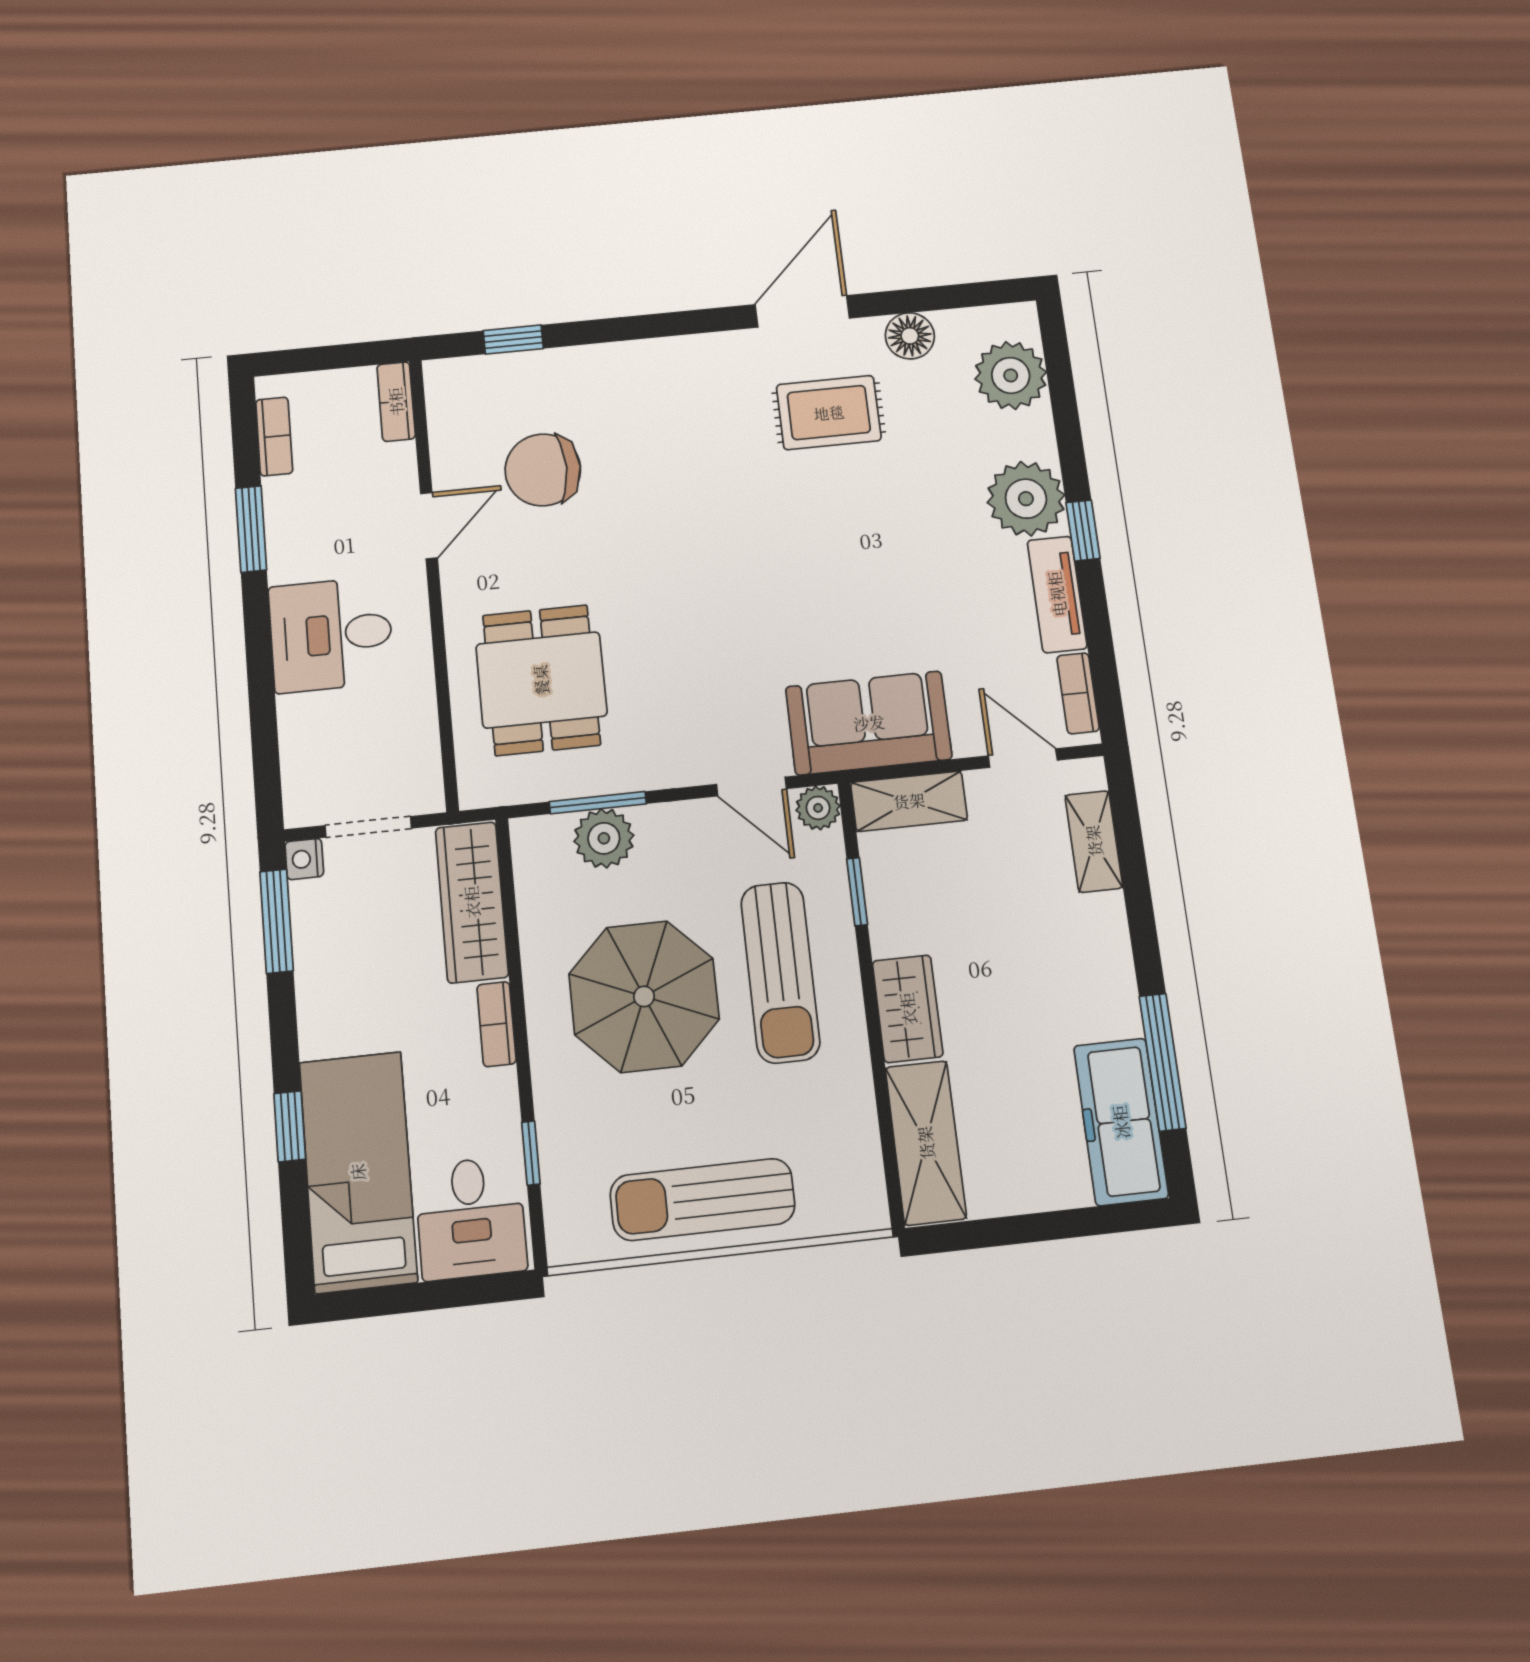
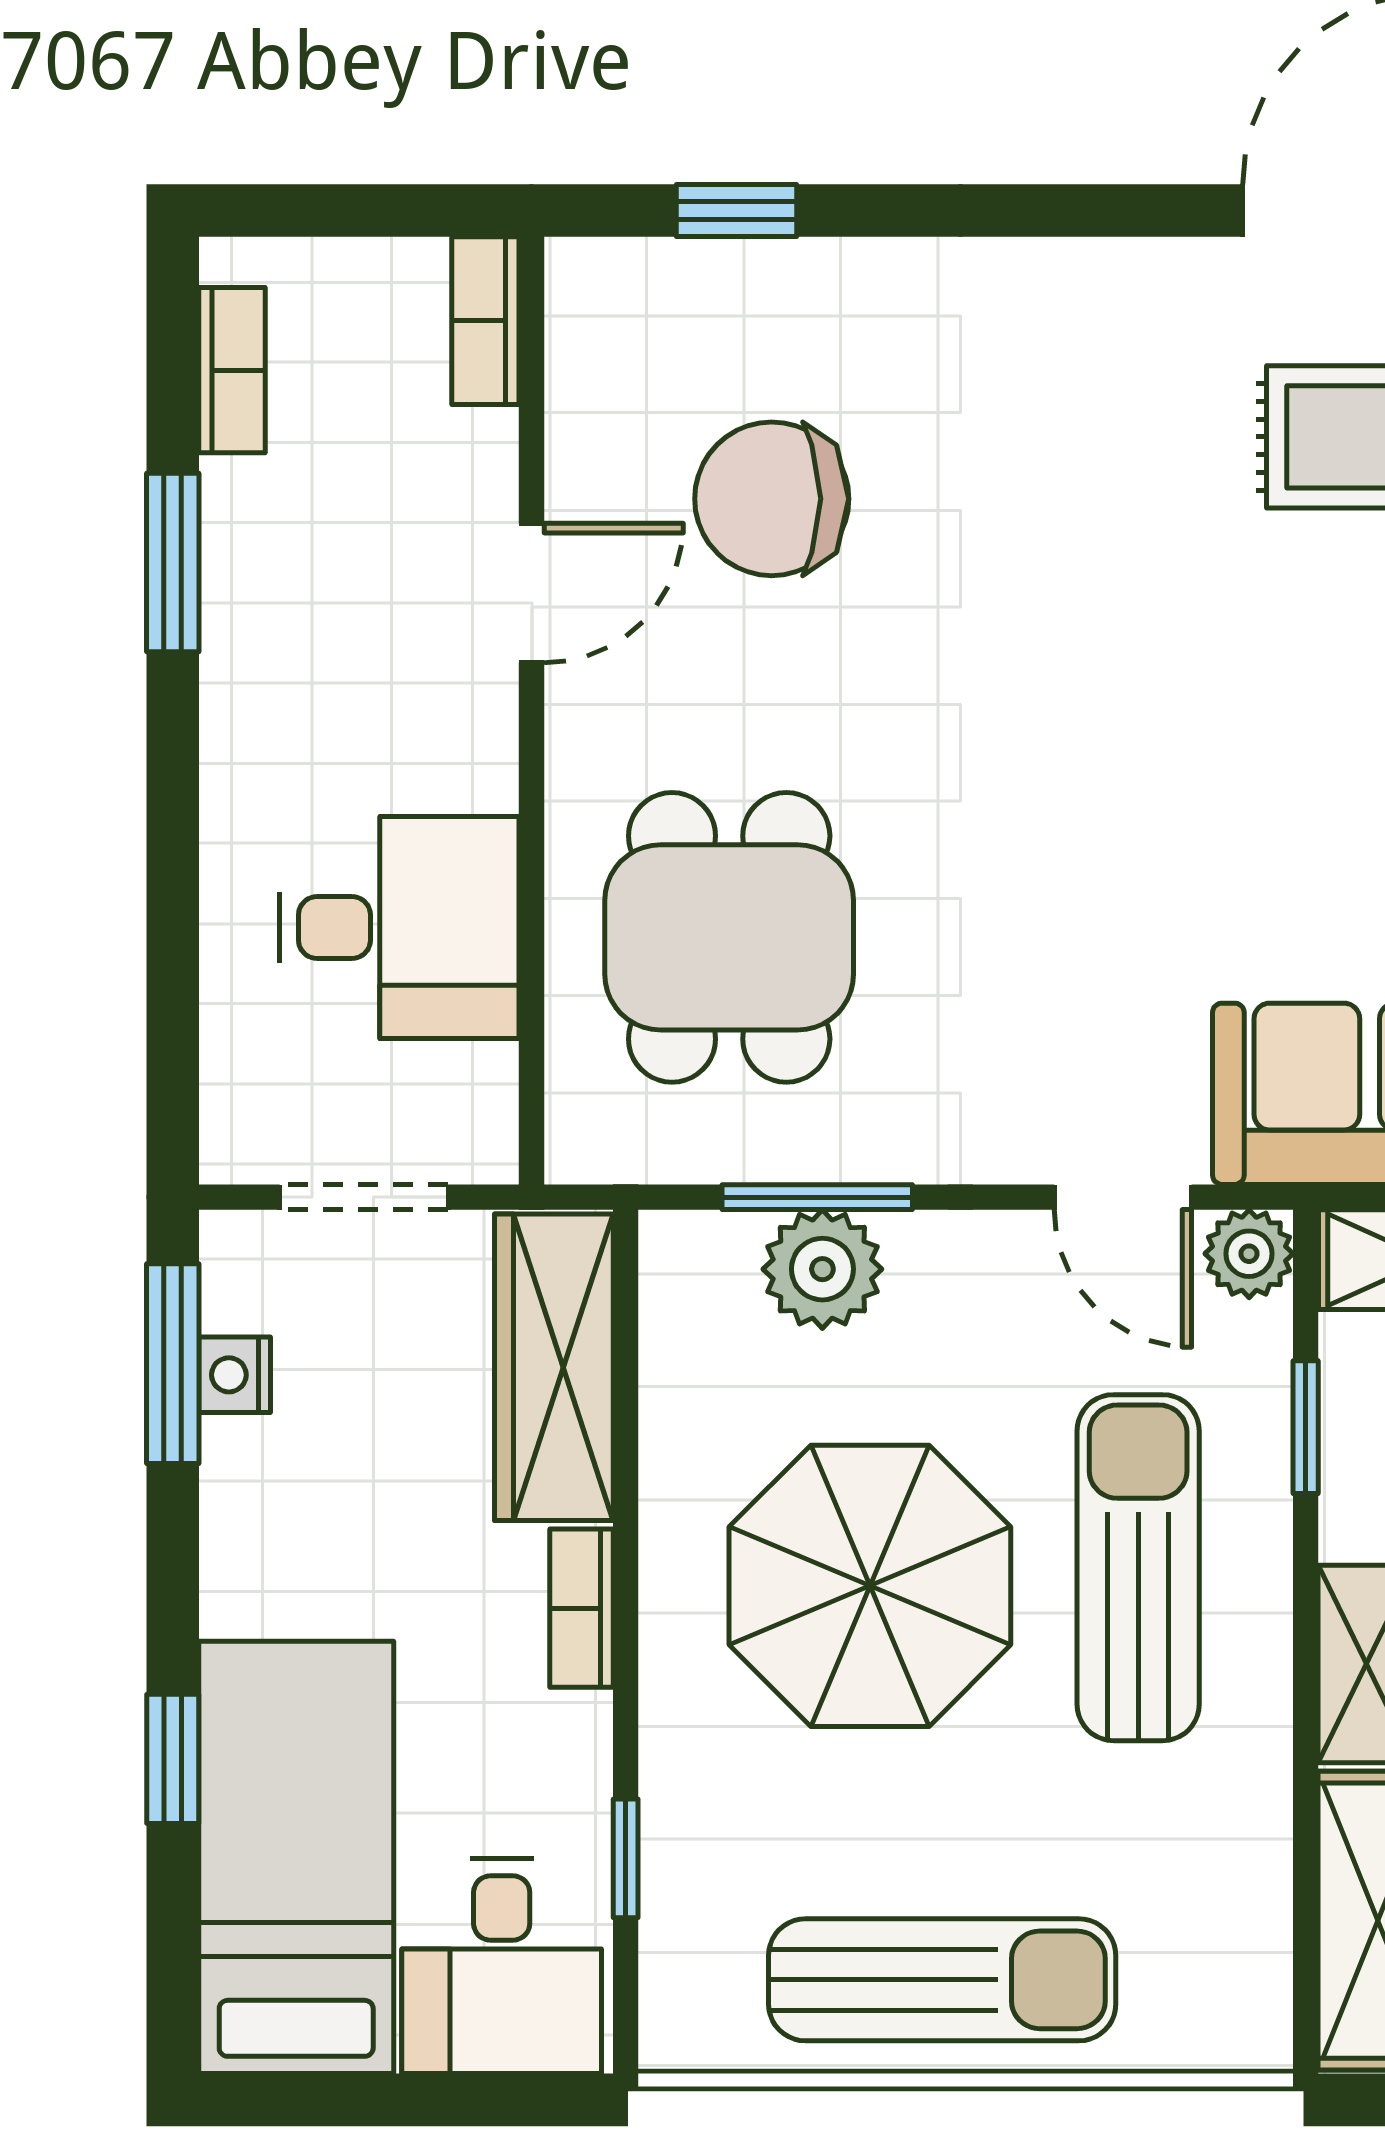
desk: (331, 634) -> (399, 927), moved, turned 180
nightstand: (304, 859) -> (235, 1375), moved
sun lounger: (780, 972) -> (1138, 1568), turned 180
sun lounger: (703, 1200) -> (942, 1980), turned 180

